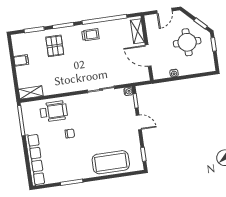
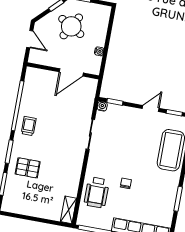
shelving: (137, 31) -> (42, 75), removed
round table: (187, 42) -> (71, 26), turned 30
filing cabinet: (21, 60) -> (31, 209), removed
wheelchair: (54, 111) -> (97, 192), turned 180
door: (139, 122) -> (151, 108), moved

